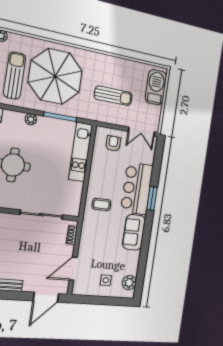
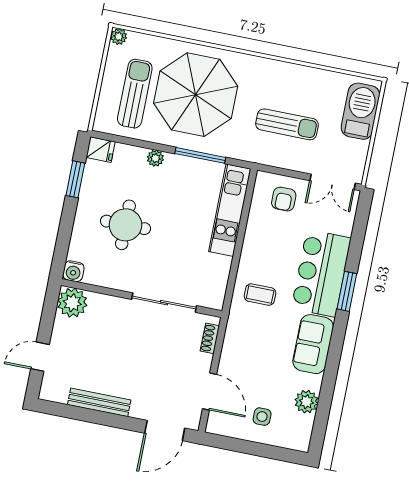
armchair: (113, 143) -> (284, 199), turned 180
door: (73, 269) -> (210, 391), swing flipped
plant: (129, 283) -> (306, 402), moved

